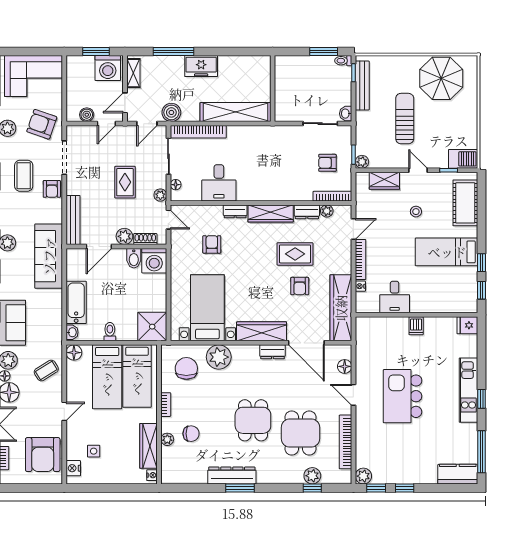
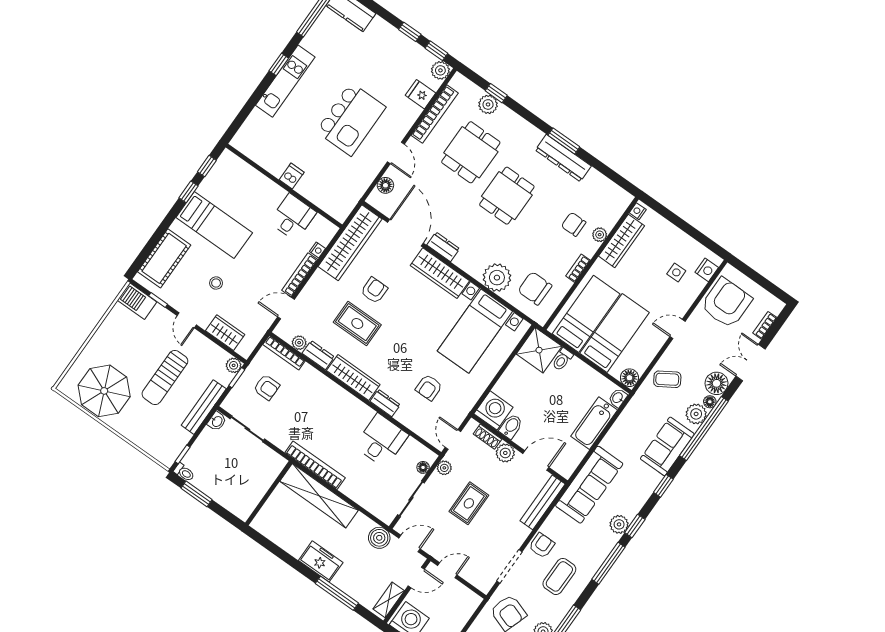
bench: (362, 85) -> (204, 407), moved
boiler: (87, 115) -> (460, 592), removed
bookcase: (198, 132) -> (315, 465), moved
fridge: (467, 325) -> (420, 94), moved, turned 180
toilet: (110, 332) -> (562, 359), moved
chair: (186, 368) -> (535, 288), turned 90

